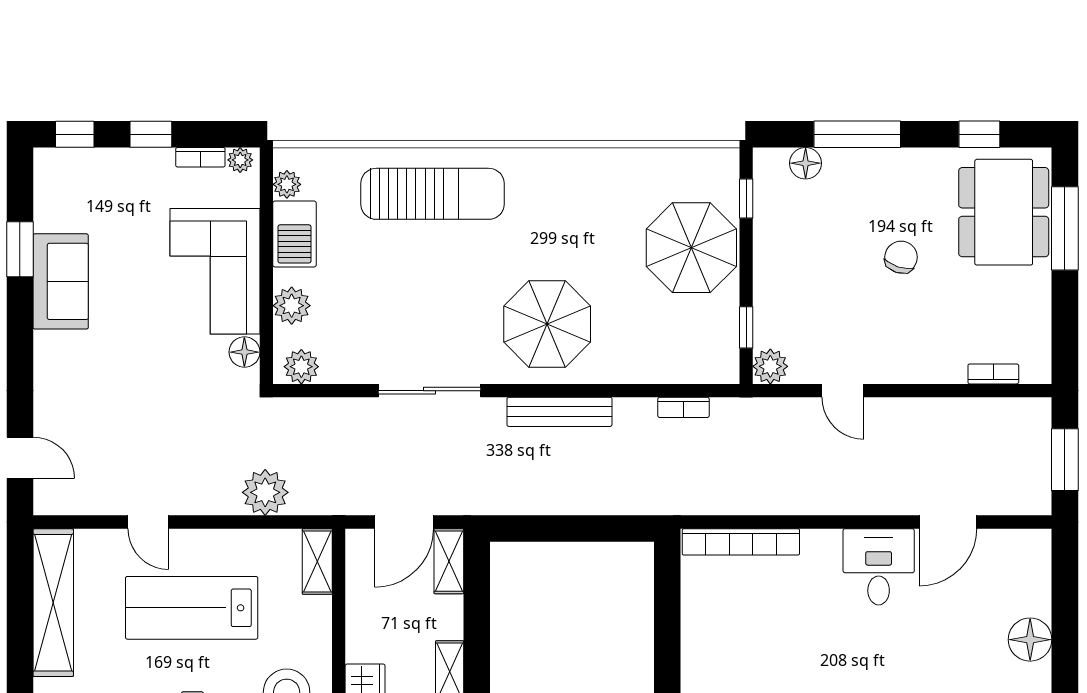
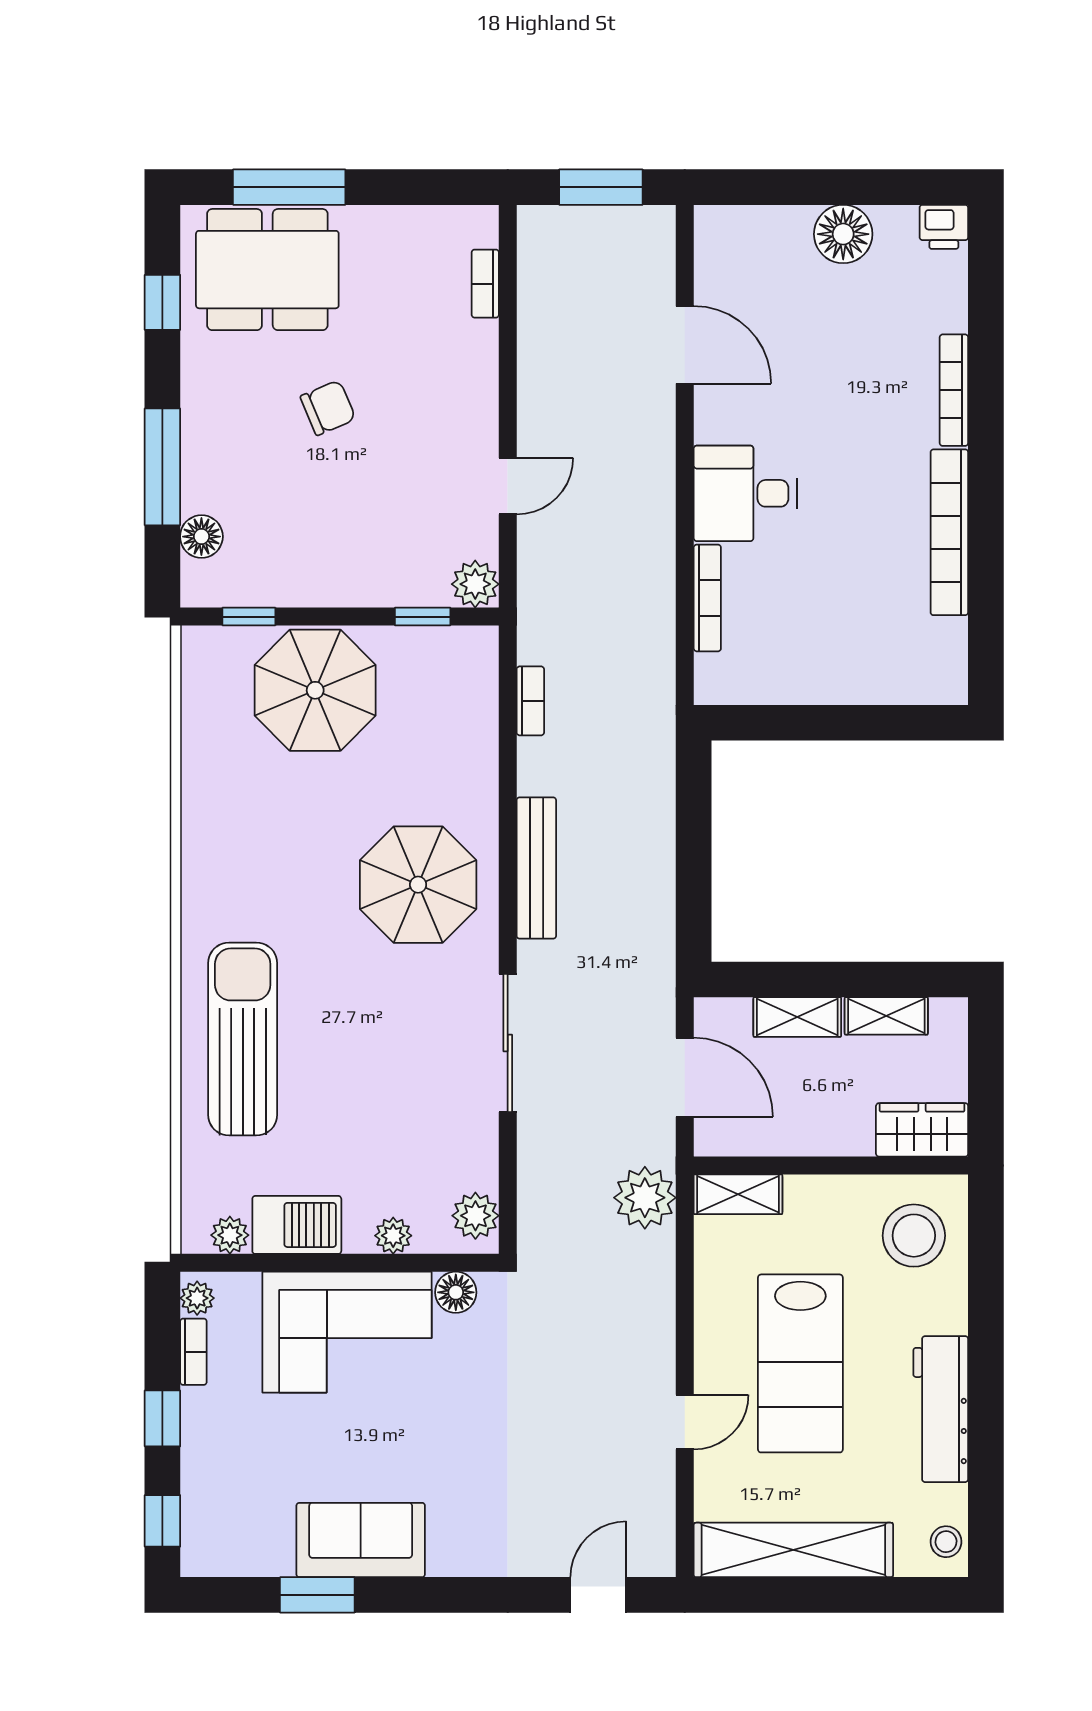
chair: (901, 257) -> (328, 408), turned 139
plant: (292, 306) -> (393, 1236), width x0.73, depth x0.73
plant: (265, 492) -> (645, 1198), moved
bookcase: (741, 542) -> (707, 598), width x0.68, depth x0.76
shelving: (449, 561) -> (797, 1017), moved
desk: (879, 567) -> (745, 493), moved

